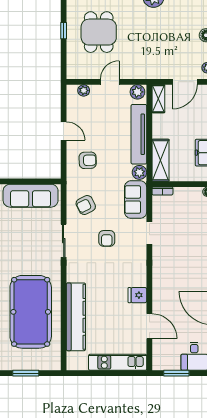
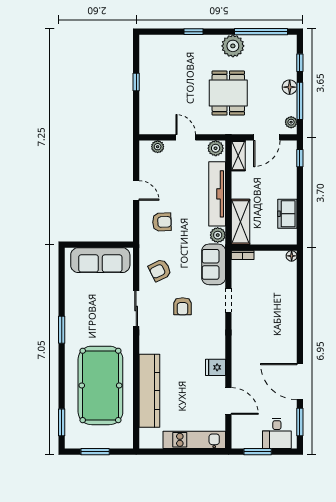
dining table: (99, 32) -> (228, 93), moved
door: (110, 82) -> (186, 137), hinge flipped

